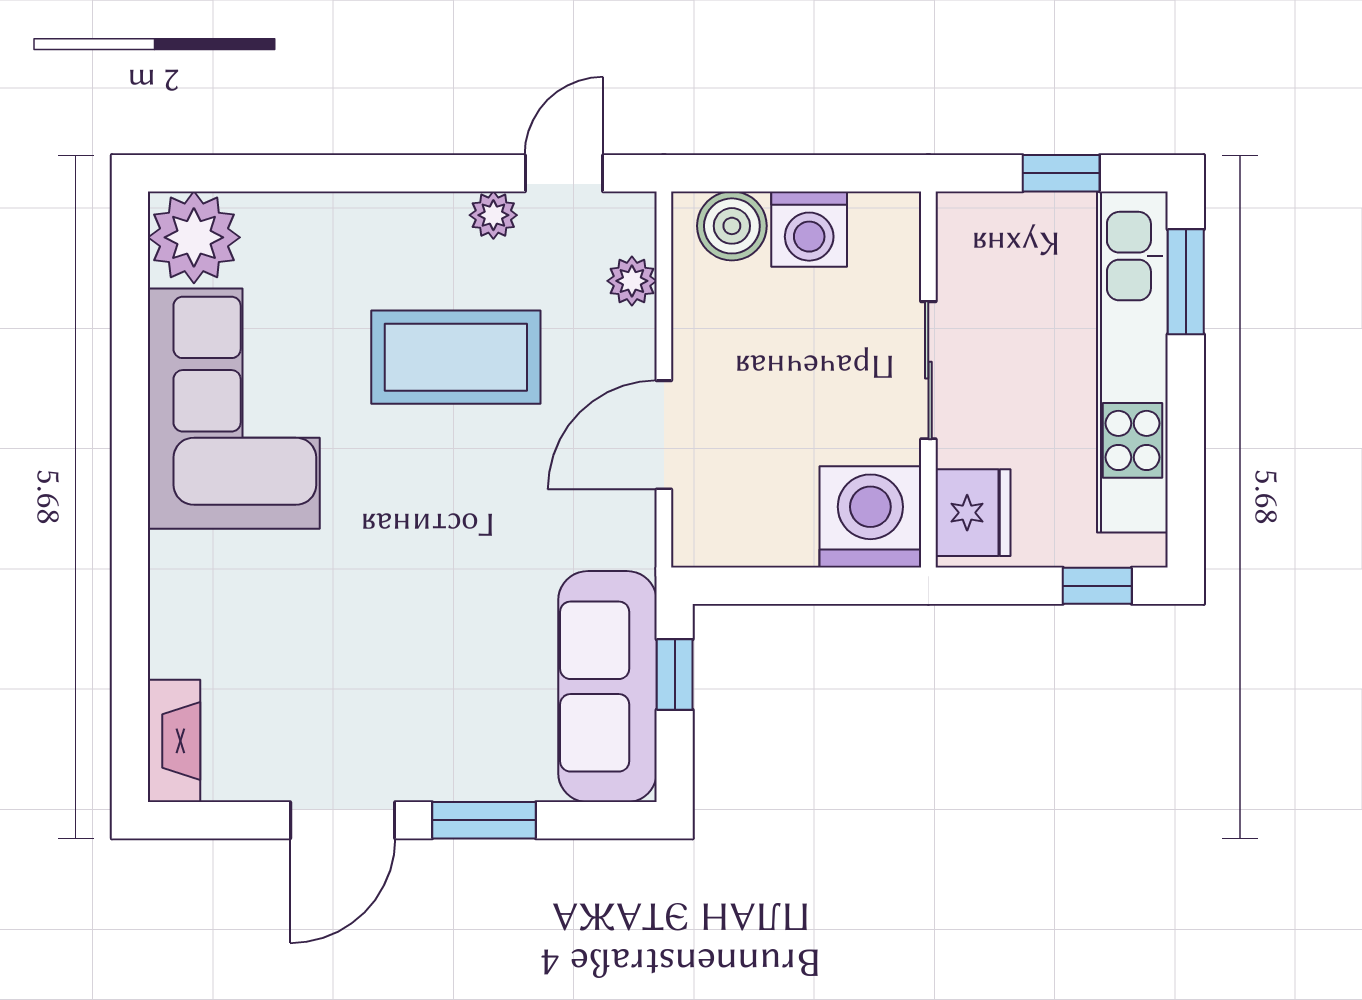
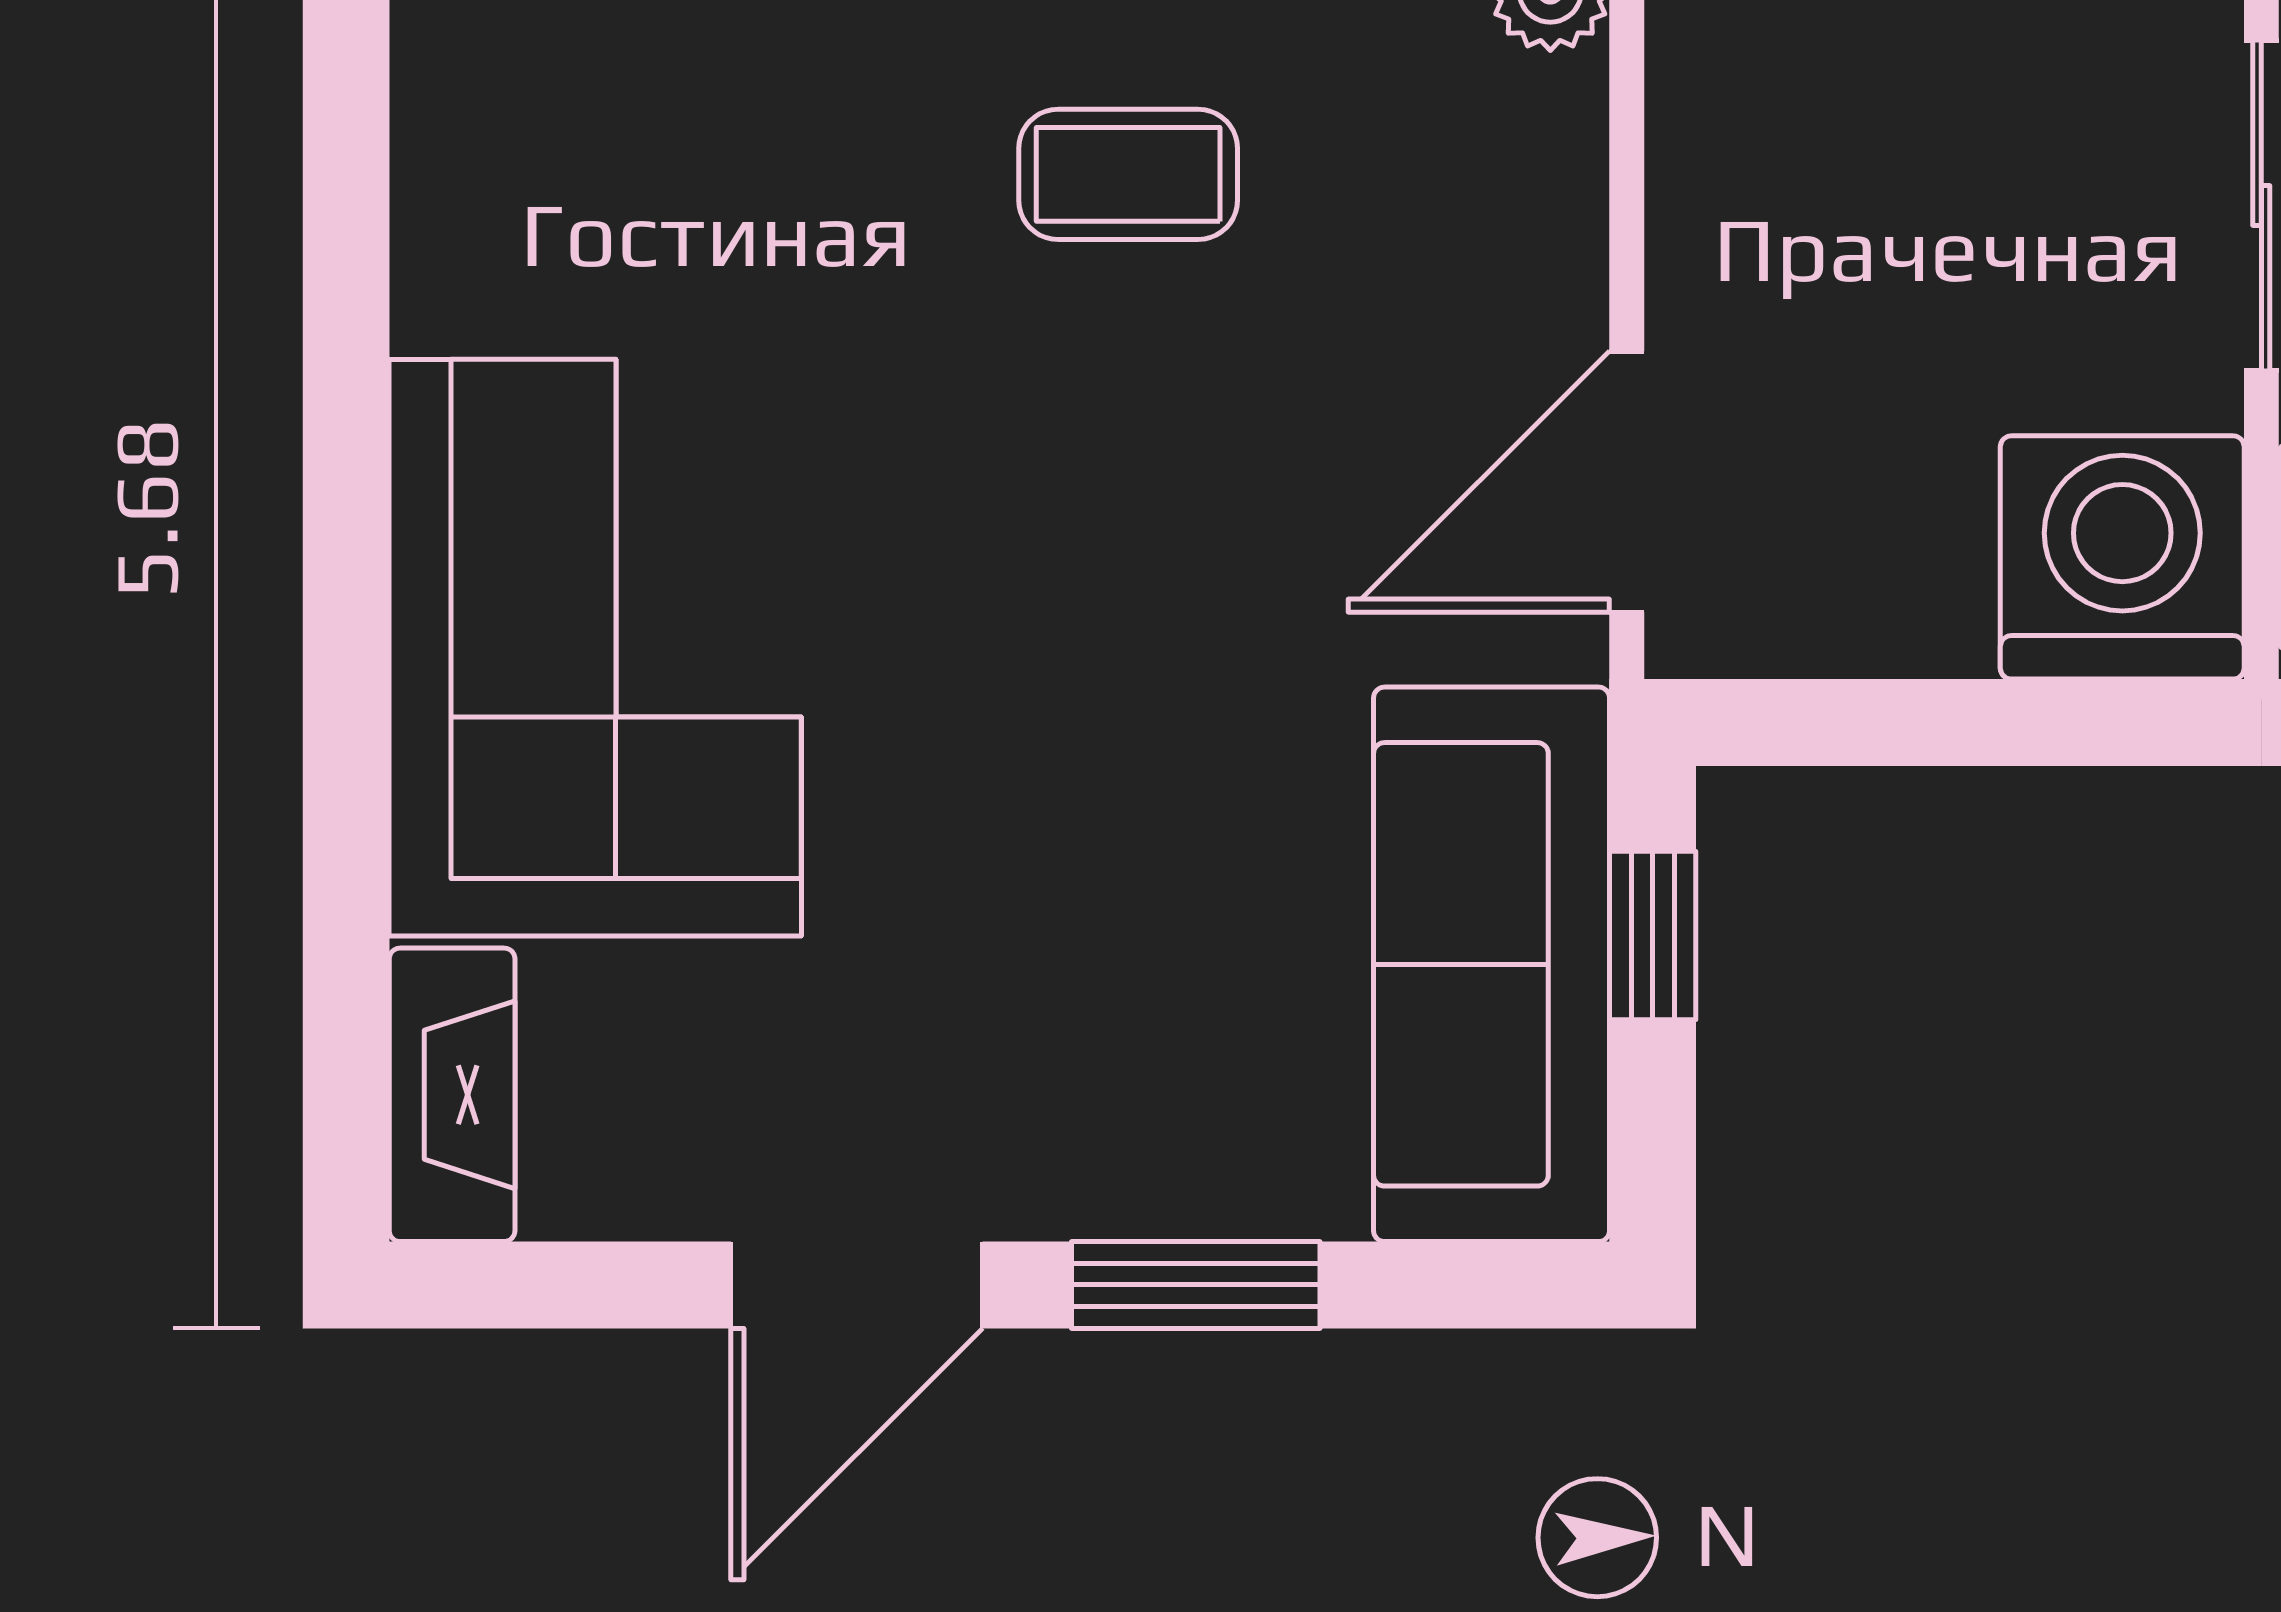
coffee table: (456, 357) -> (1128, 174), width x0.54, depth x0.58
corner sofa: (234, 409) -> (595, 648), moved
door: (664, 435) -> (1627, 482), moved

